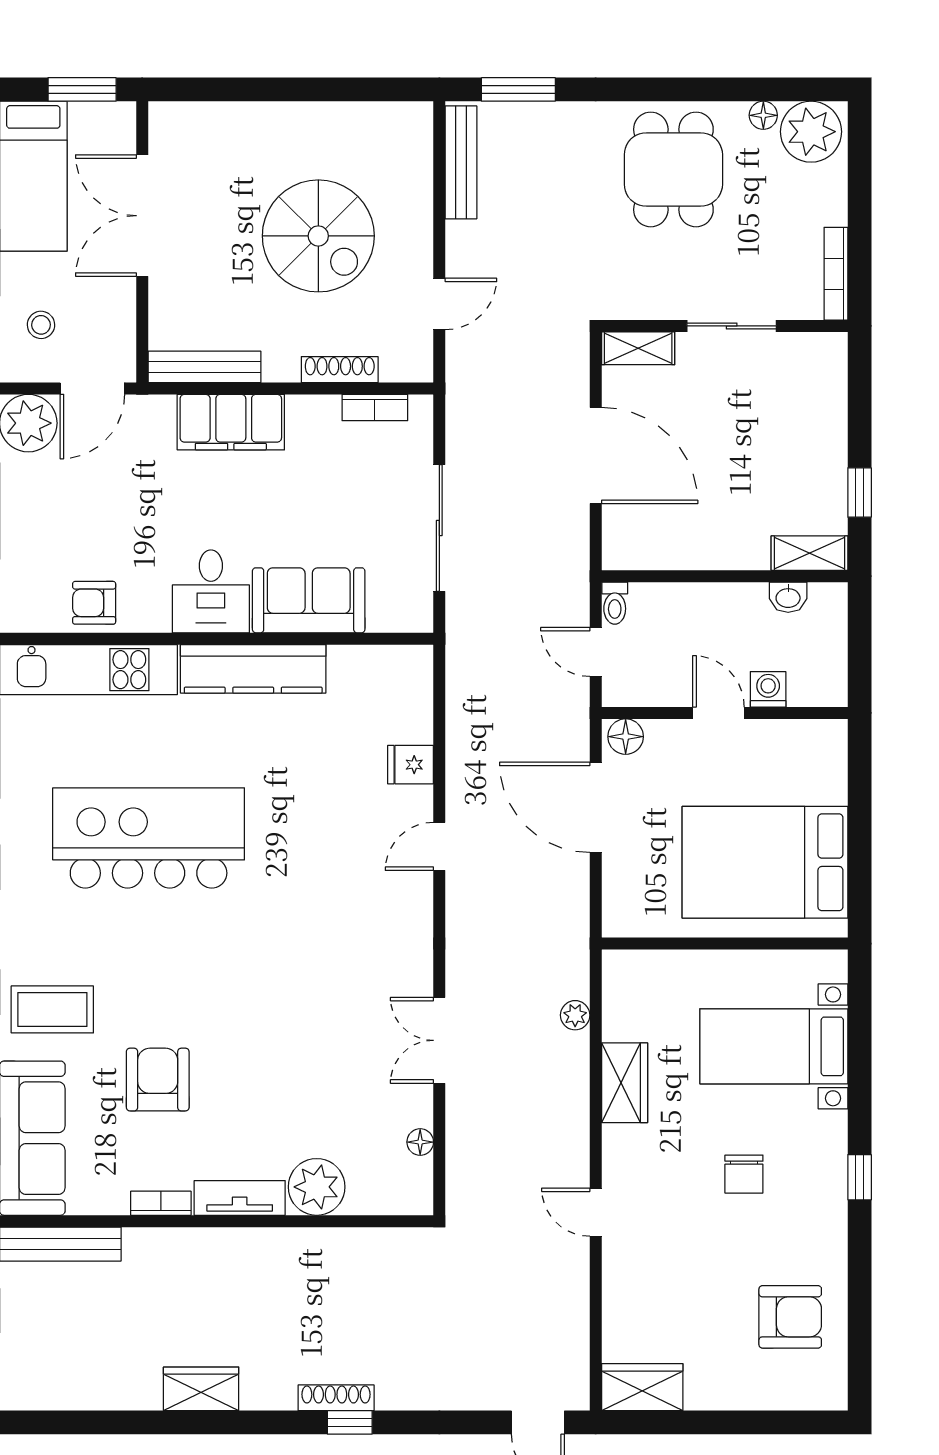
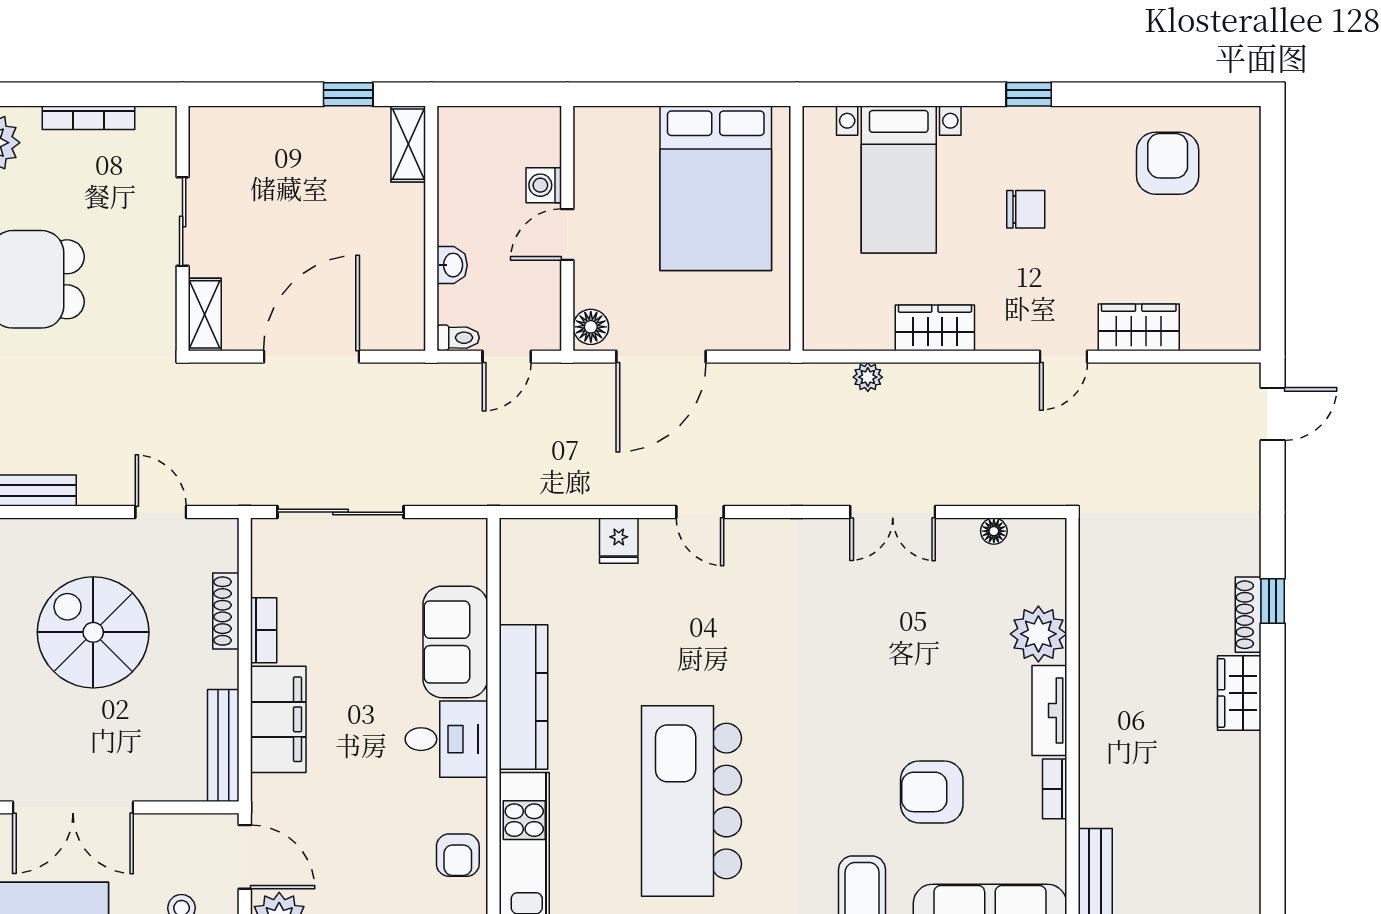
spiral stairs: (318, 236) -> (93, 632), turned -90
bookcase: (836, 274) -> (89, 118), moved
bookcase: (375, 407) -> (264, 630), moved
sliding door: (439, 528) -> (341, 512), moved
washbasin: (788, 597) -> (452, 265), moved
wardrobe: (642, 1387) -> (1139, 327), moved, turned 90
wardrobe: (201, 1389) -> (1239, 693), moved

